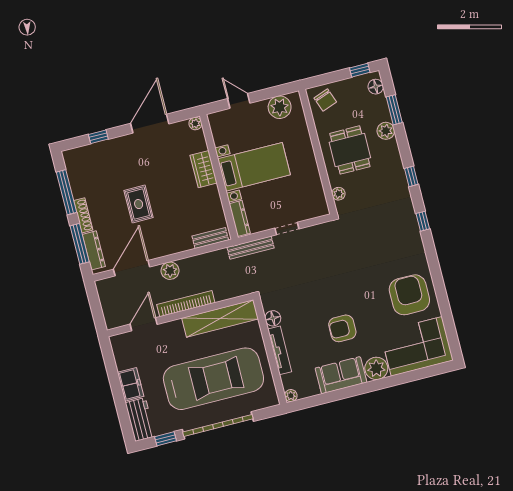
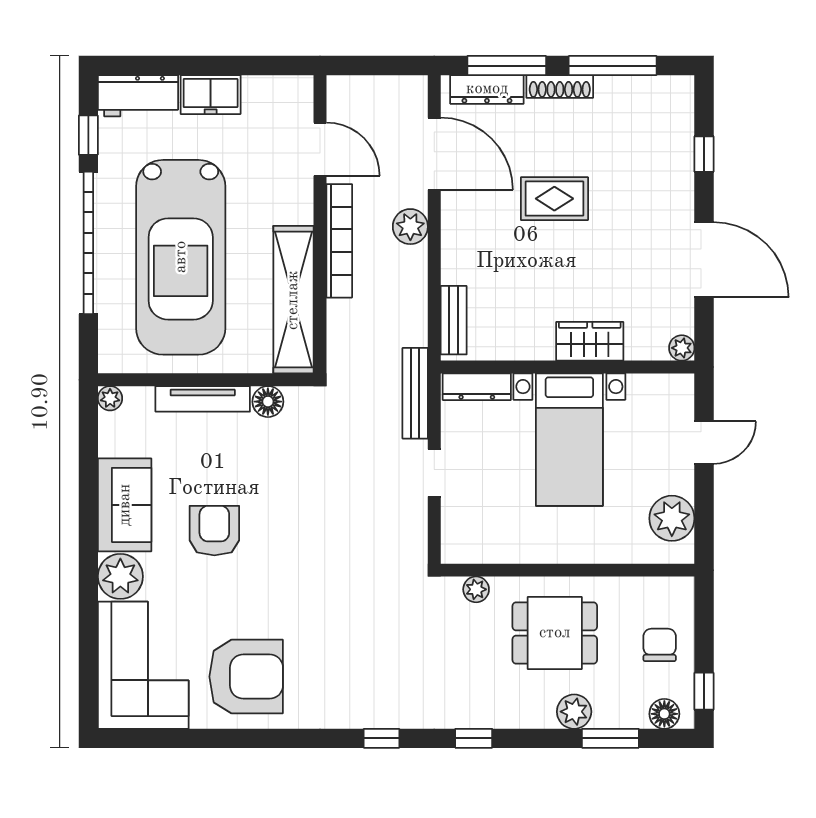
chair: (325, 100) -> (660, 645), moved, turned 110

